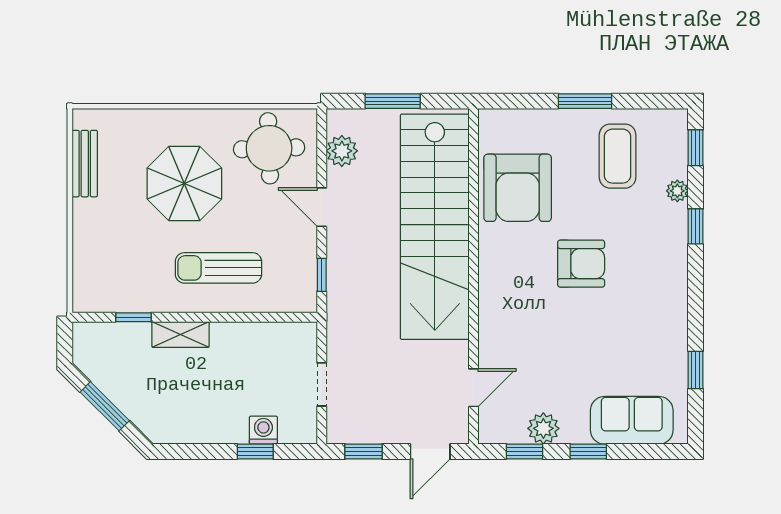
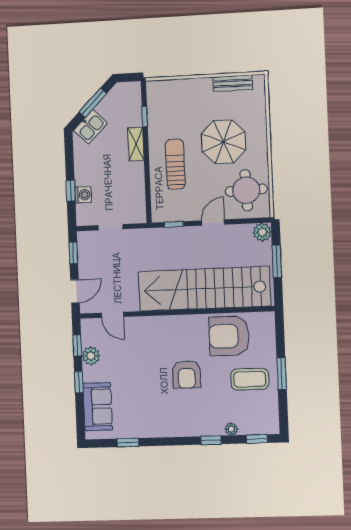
plant: (342, 151) -> (262, 232), moved
coffee table: (618, 156) -> (250, 379), moved
kitchen sink: (146, 412) -> (90, 127), added
door: (430, 452) -> (75, 291), swing flipped

